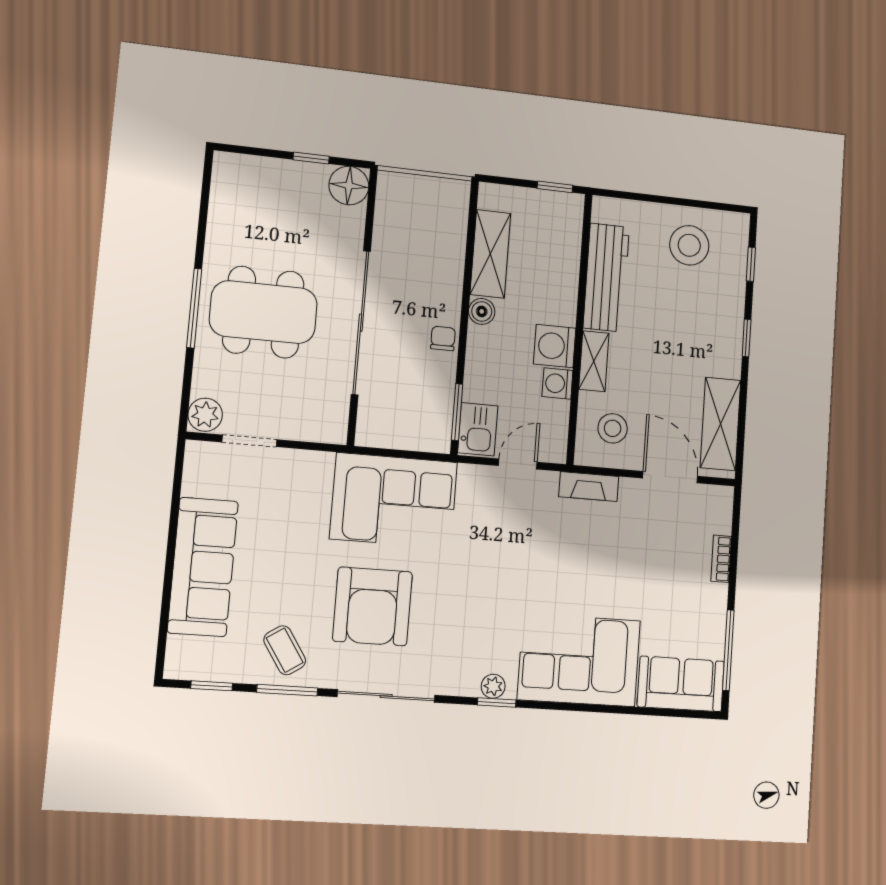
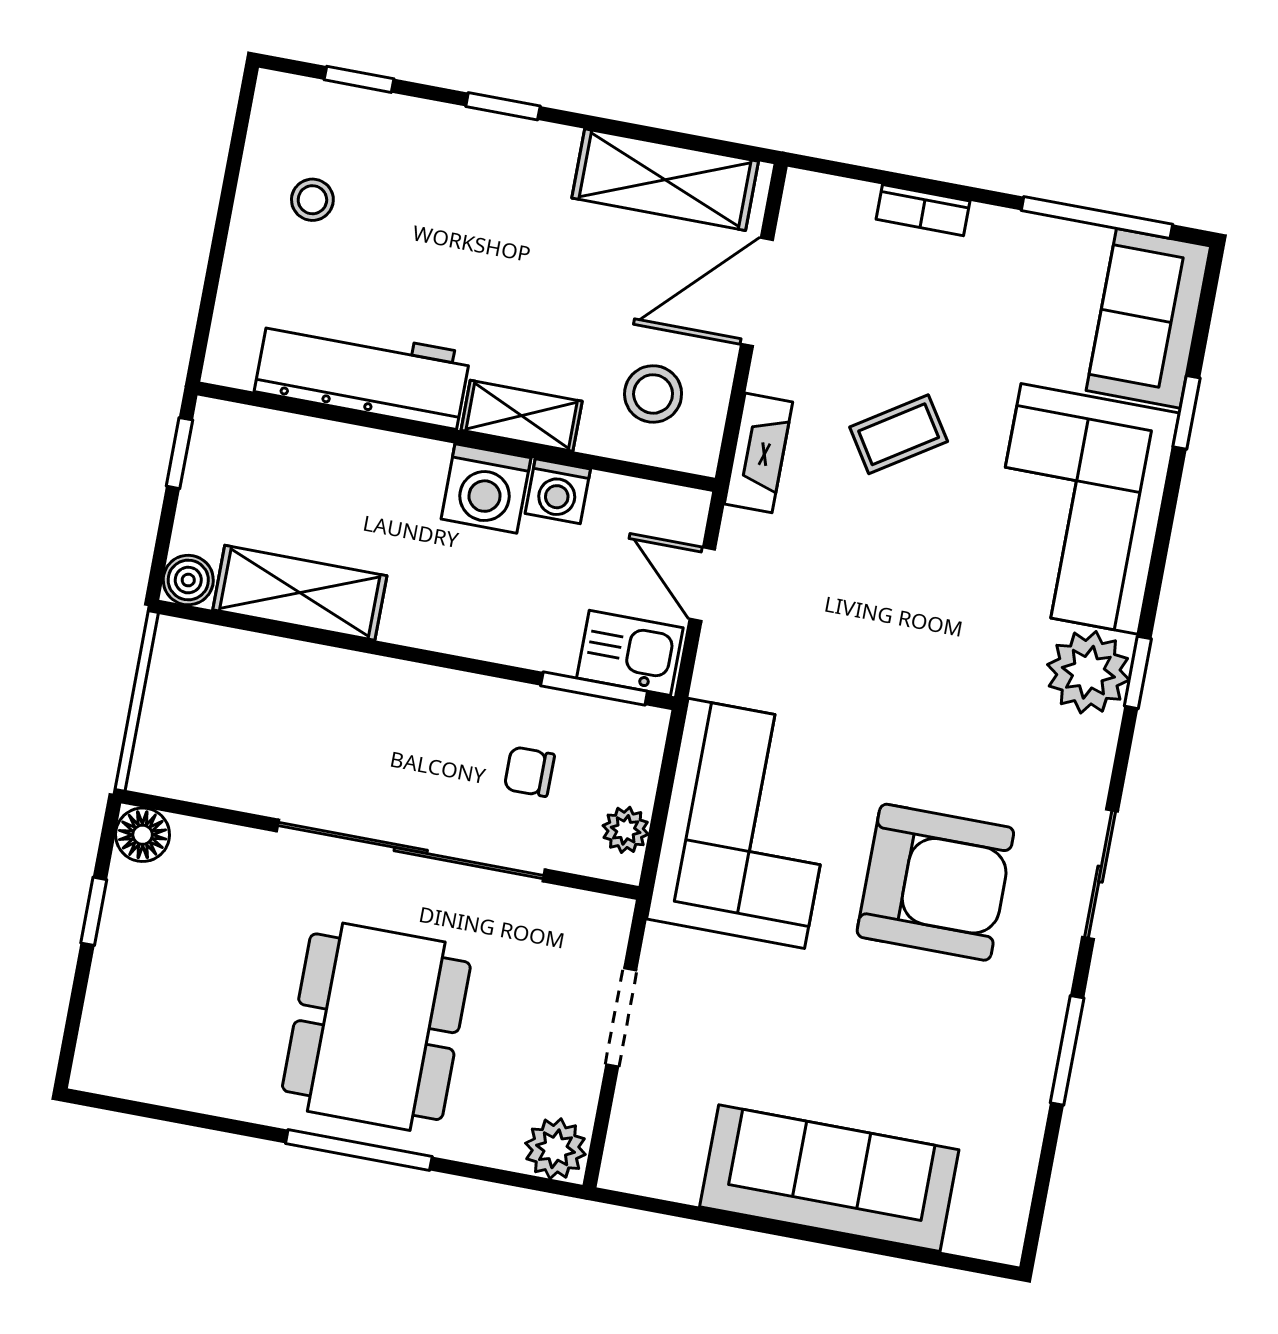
floor lamp: (349, 186) -> (143, 835), width x0.73, depth x0.73
stool: (689, 245) -> (312, 200), width x0.53, depth x0.53
boiler: (482, 311) -> (188, 580), moved
chair: (443, 338) -> (529, 772), moved
plant: (384, 436) -> (626, 830), added
doorway: (249, 441) -> (621, 1017), moved
coffee table: (285, 650) -> (899, 434), moved
window: (212, 686) -> (1187, 412), moved
plant: (493, 686) -> (1088, 672), width x1.88, depth x1.88
sliding door: (386, 696) -> (1100, 874), width x0.73

